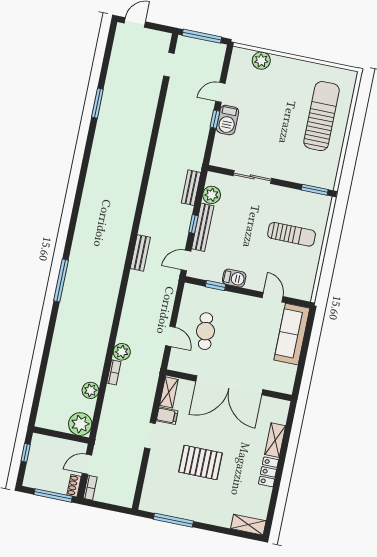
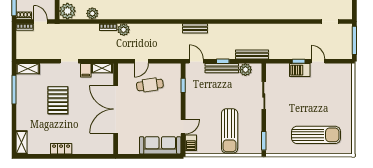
plant: (261, 61) -> (346, 85), removed
bench: (191, 188) -> (252, 54), width x1.36
sun lounger: (292, 234) -> (230, 131), width x1.36, depth x1.34
barbecue: (234, 278) -> (191, 143), moved
shelving: (275, 440) -> (28, 69), moved

